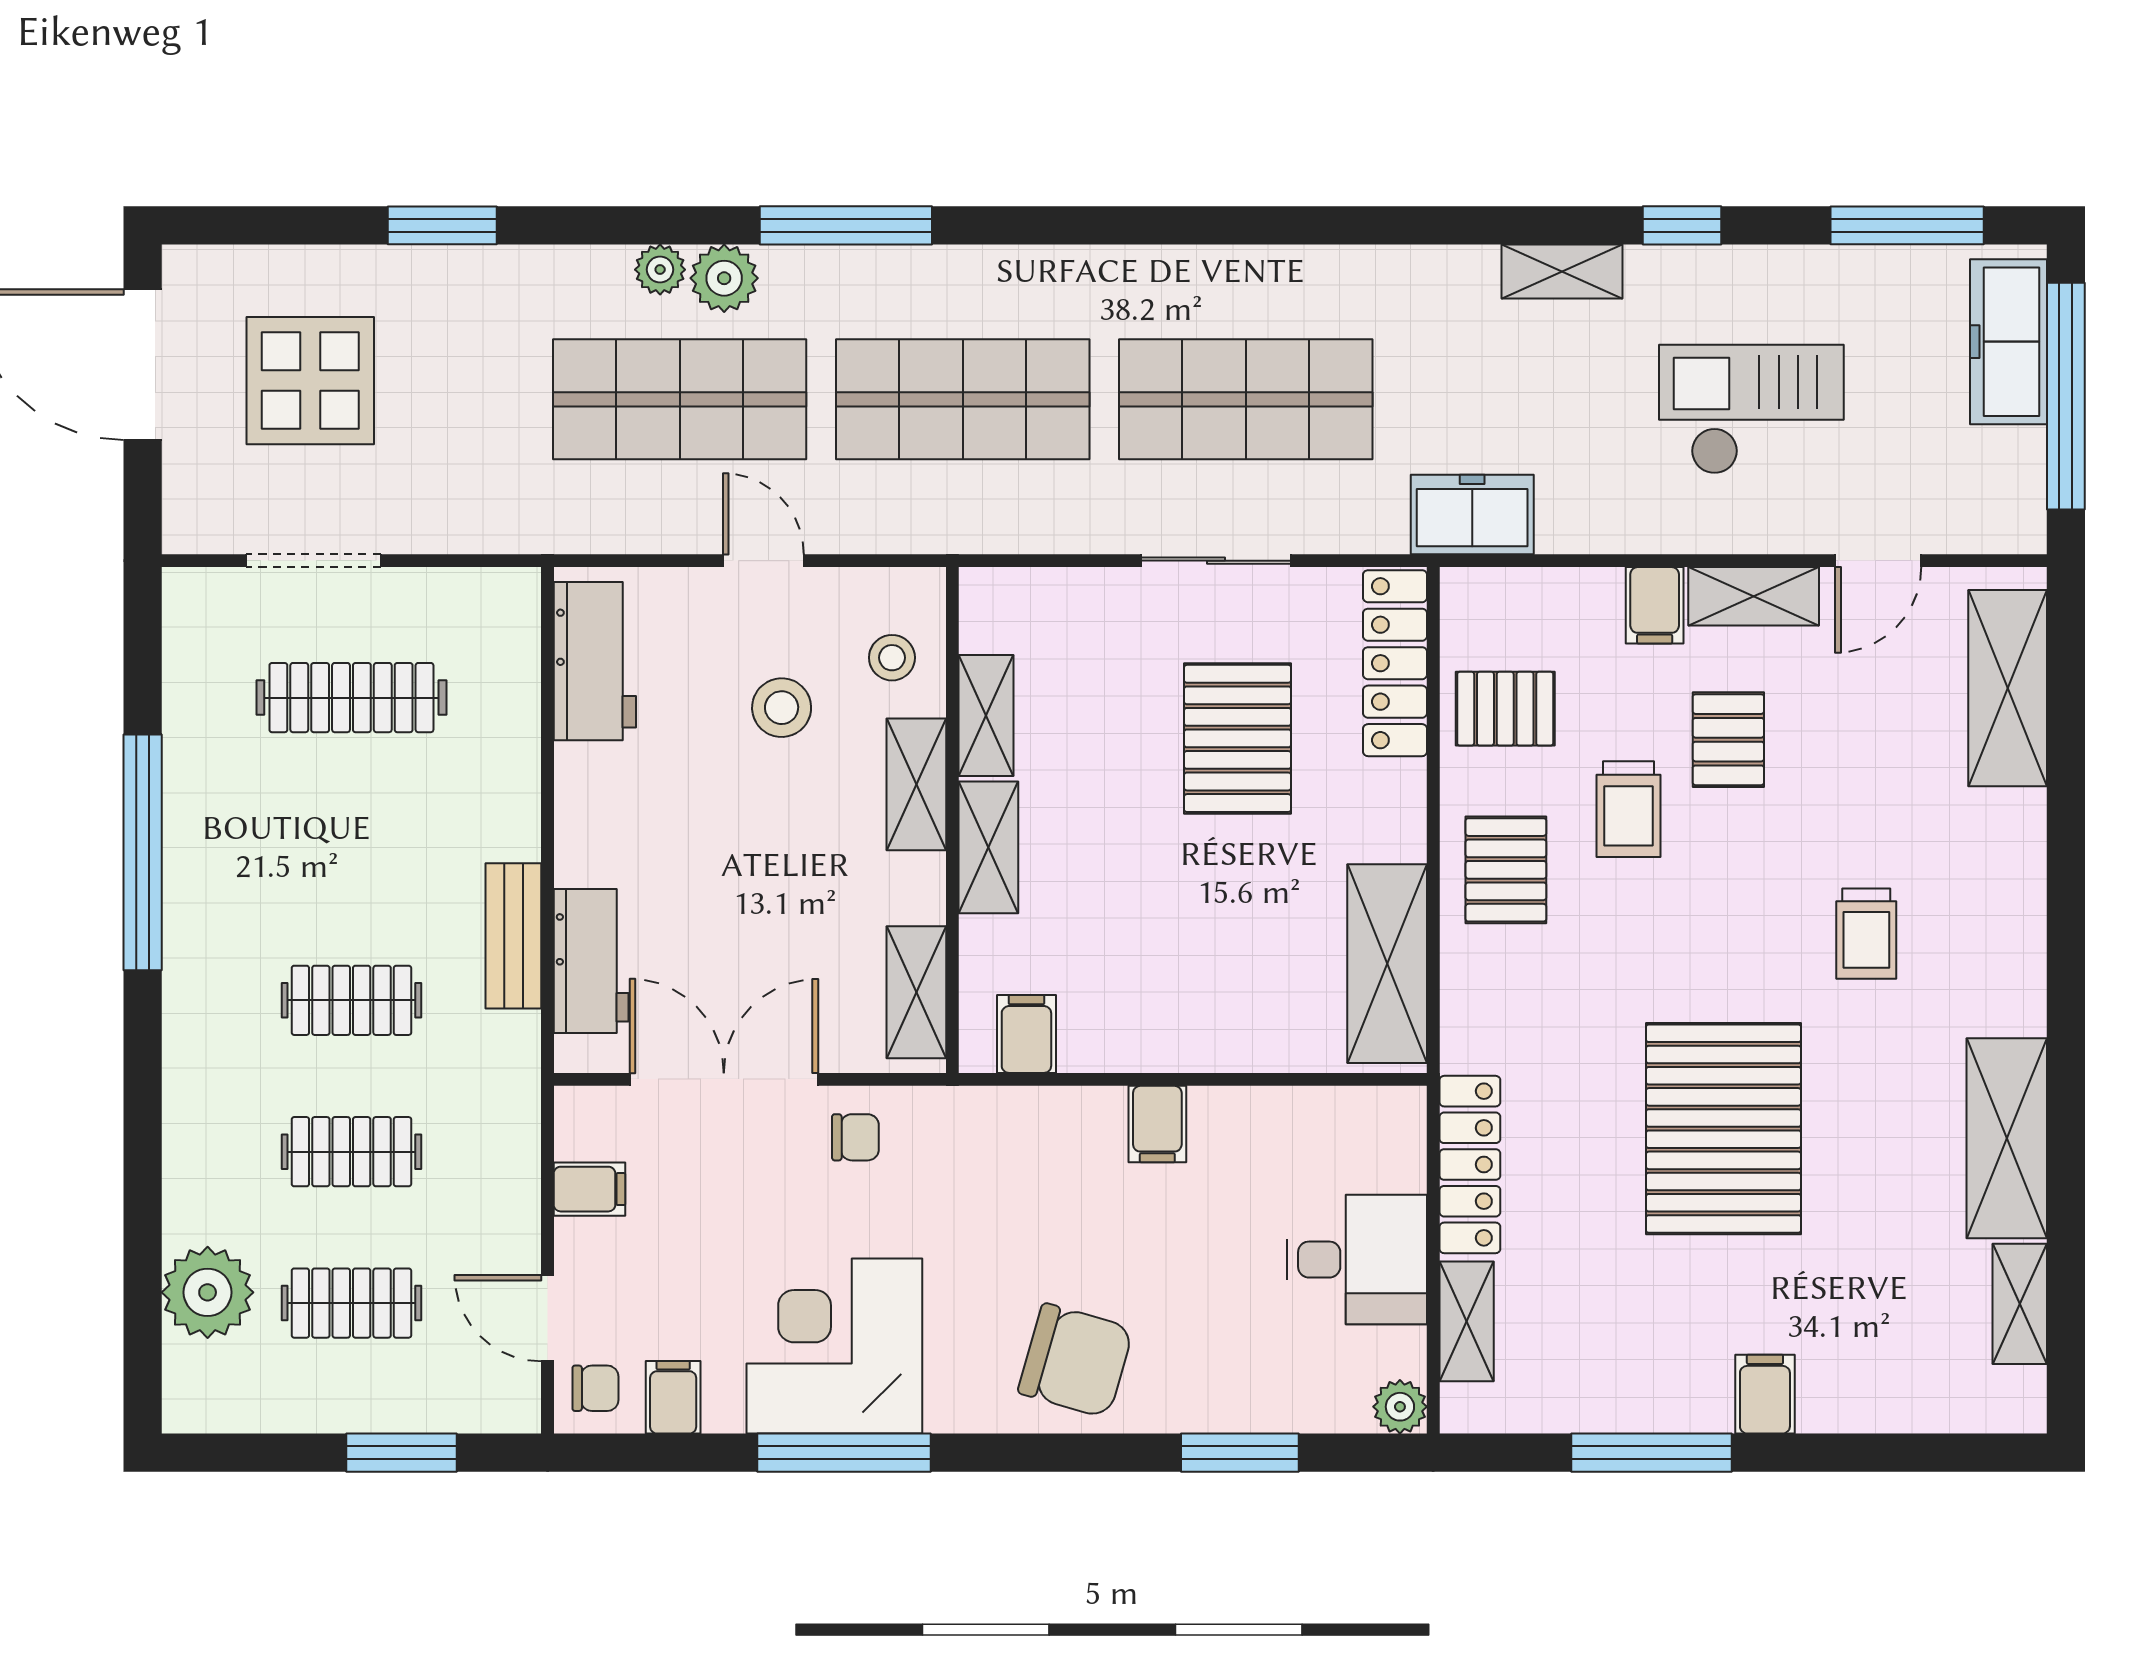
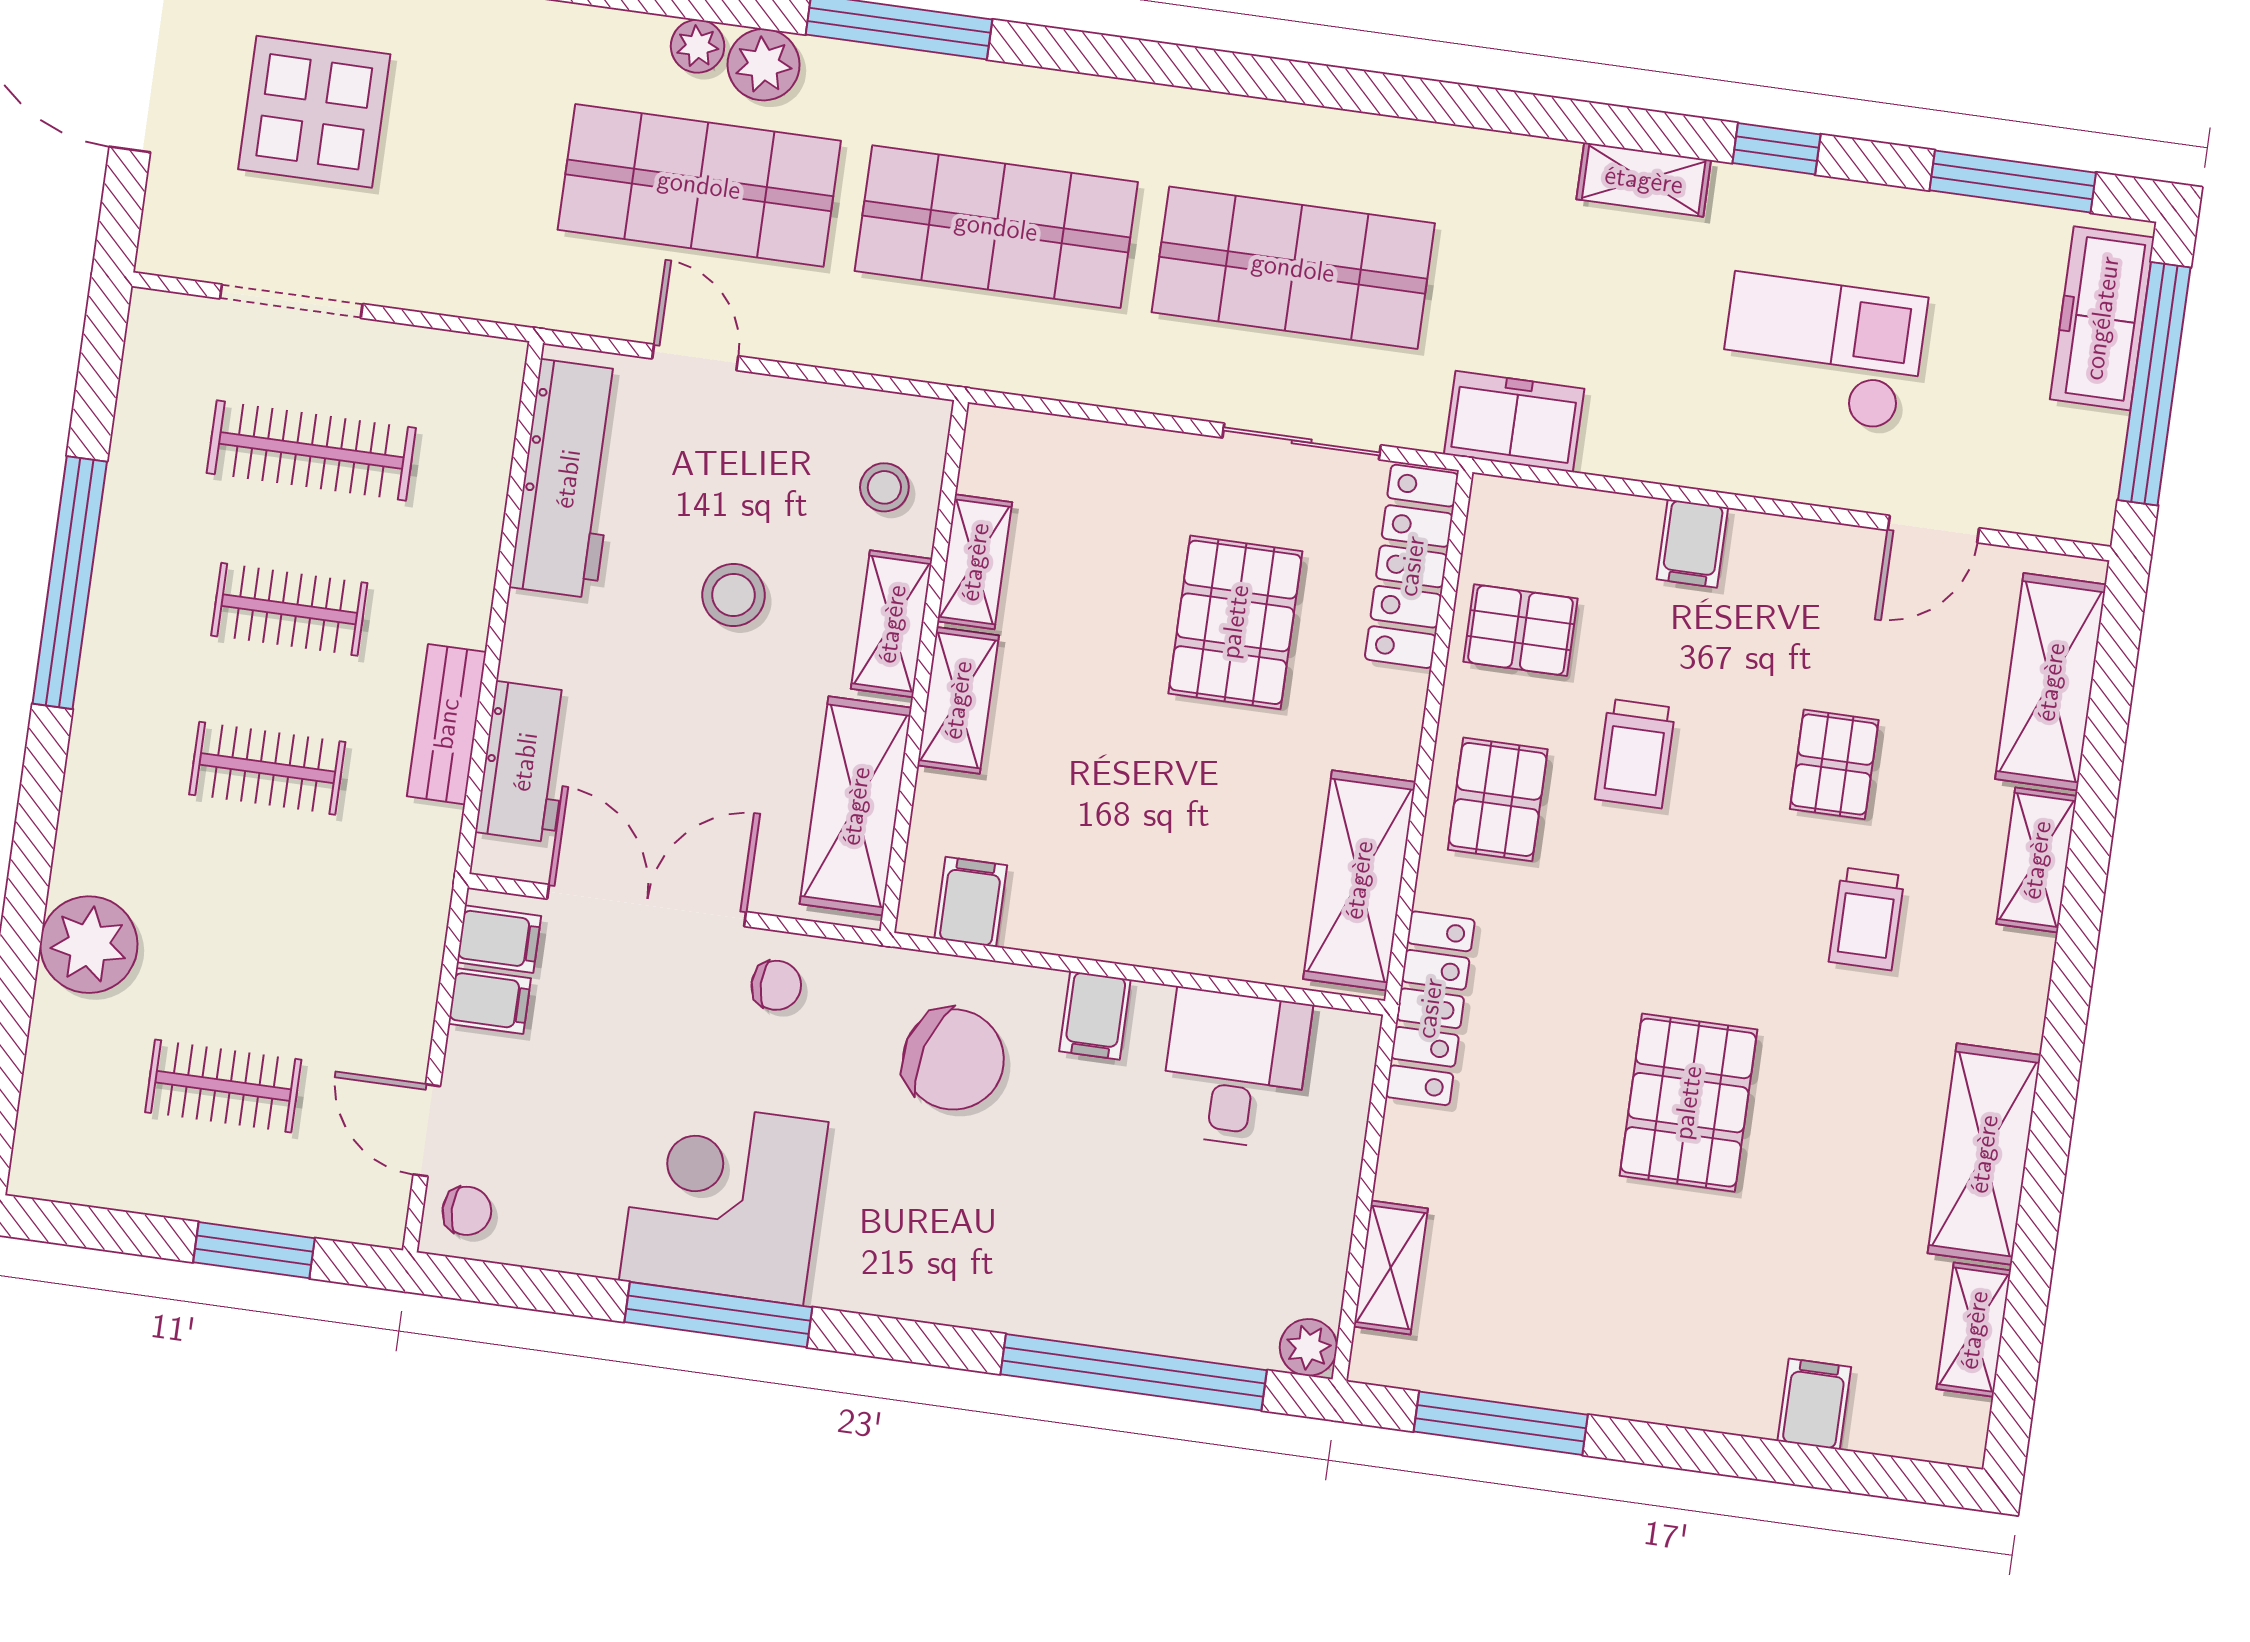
door: (763, 561) -> (695, 357), moved
sliding door: (1216, 561) -> (1302, 441), moved
shelving: (1754, 596) -> (2037, 860), moved, turned 90
workbench: (595, 661) -> (568, 479), width x1.38
stool: (782, 708) -> (734, 595), moved
pallet: (1728, 740) -> (1834, 764), moved
shelving: (916, 992) -> (856, 806), width x1.50, depth x1.33
pallet: (1724, 1129) -> (1688, 1103), width x0.73, depth x0.71
clothes rail: (351, 1152) -> (289, 609), moved
locker: (1470, 1165) -> (1430, 1008), moved
desk: (1357, 1260) -> (1235, 1069), moved, turned -90
plant: (208, 1292) -> (89, 945), moved
chair: (1076, 1361) -> (953, 1059), moved
filing cabinet: (1765, 1394) -> (1814, 1404), moved
filing cabinet: (673, 1397) -> (499, 939), moved, turned 90
window: (1240, 1453) -> (1134, 1372), width x2.11
window: (1651, 1453) -> (1501, 1423), moved

